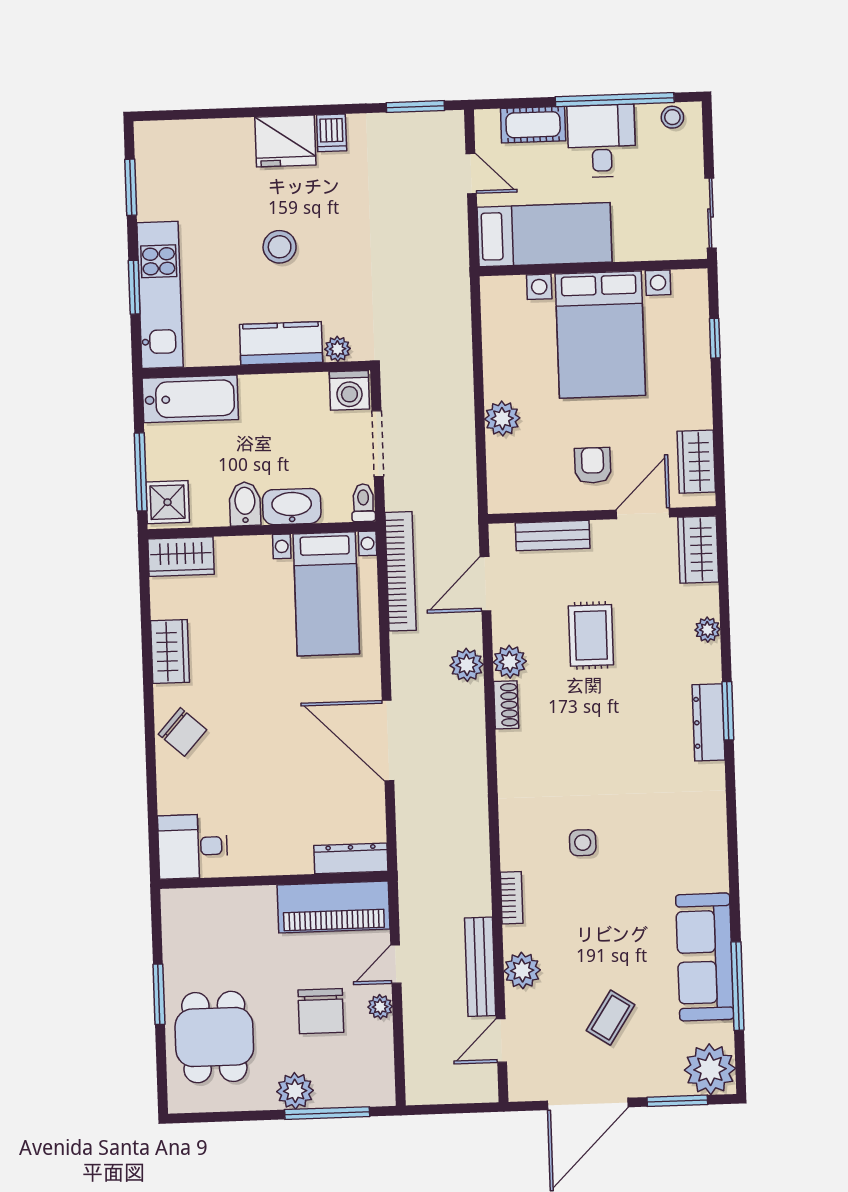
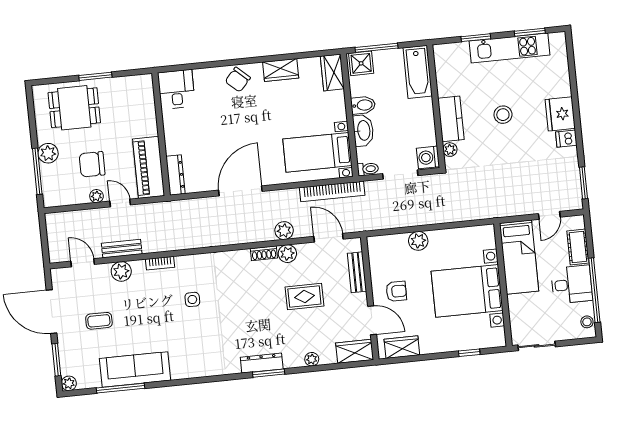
kitchen unit: (160, 295) -> (509, 48), moved
bench: (480, 967) -> (122, 249), width x0.73
coffee table: (611, 1018) -> (99, 321), turned -33
plant: (710, 1069) -> (69, 383), width x0.53, depth x0.53

